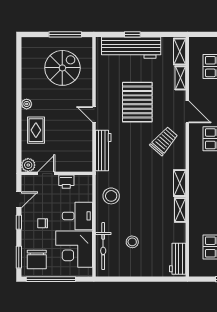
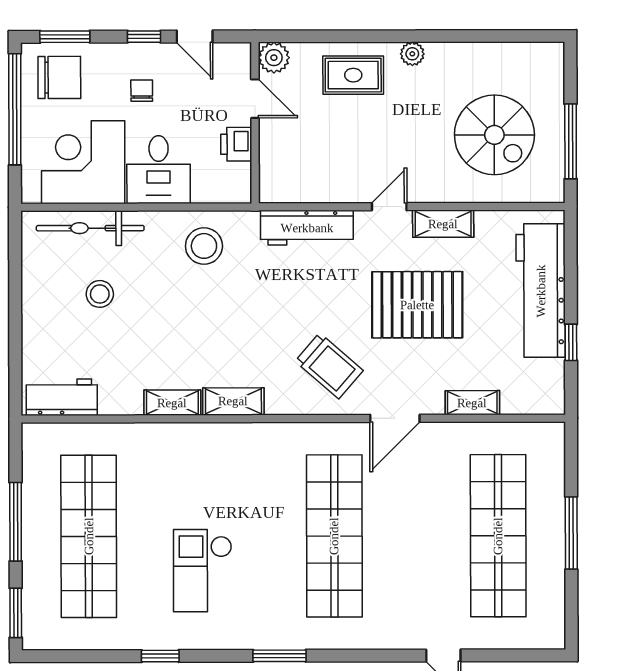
window: (132, 34) -> (571, 342), moved
shelving: (180, 52) -> (443, 224), moved
chair: (37, 260) -> (59, 77), turned 180

